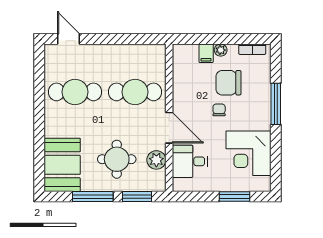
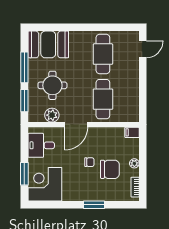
filing cabinet: (206, 53) -> (132, 132), moved
chair: (229, 83) -> (110, 169), turned 90
window: (276, 104) -> (94, 205), width x0.69
corner desk: (248, 153) -> (45, 184), moved
desk: (190, 161) -> (41, 145), moved, turned -90

